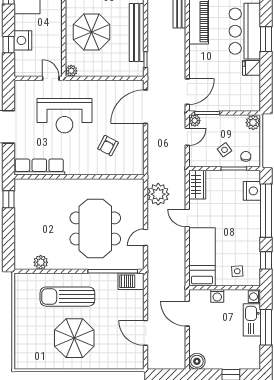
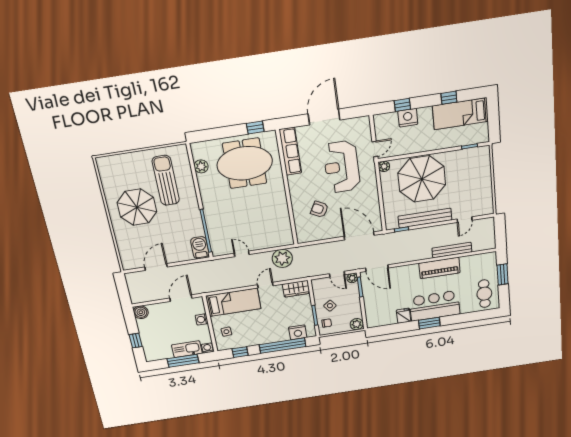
parasol: (92, 32) -> (422, 179), width x1.36, depth x1.36
meeting table: (95, 228) -> (245, 163), moved
sun lounger: (67, 297) -> (166, 180), moved

